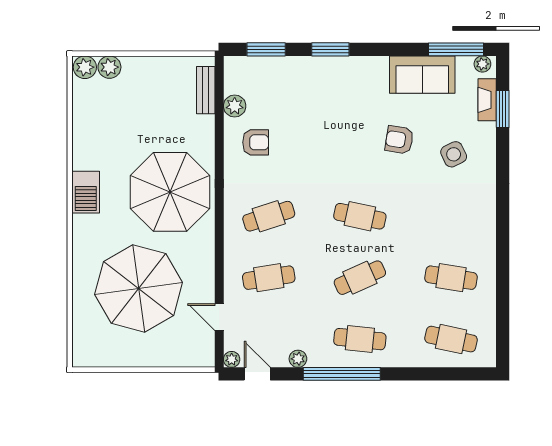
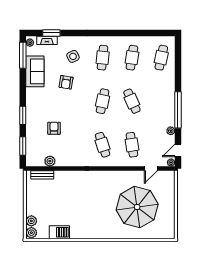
armchair: (256, 142) -> (54, 128), moved
barbecue: (86, 192) -> (59, 232), moved
parasol: (170, 192) -> (91, 192), removed
cafe table: (360, 339) -> (103, 58), moved

